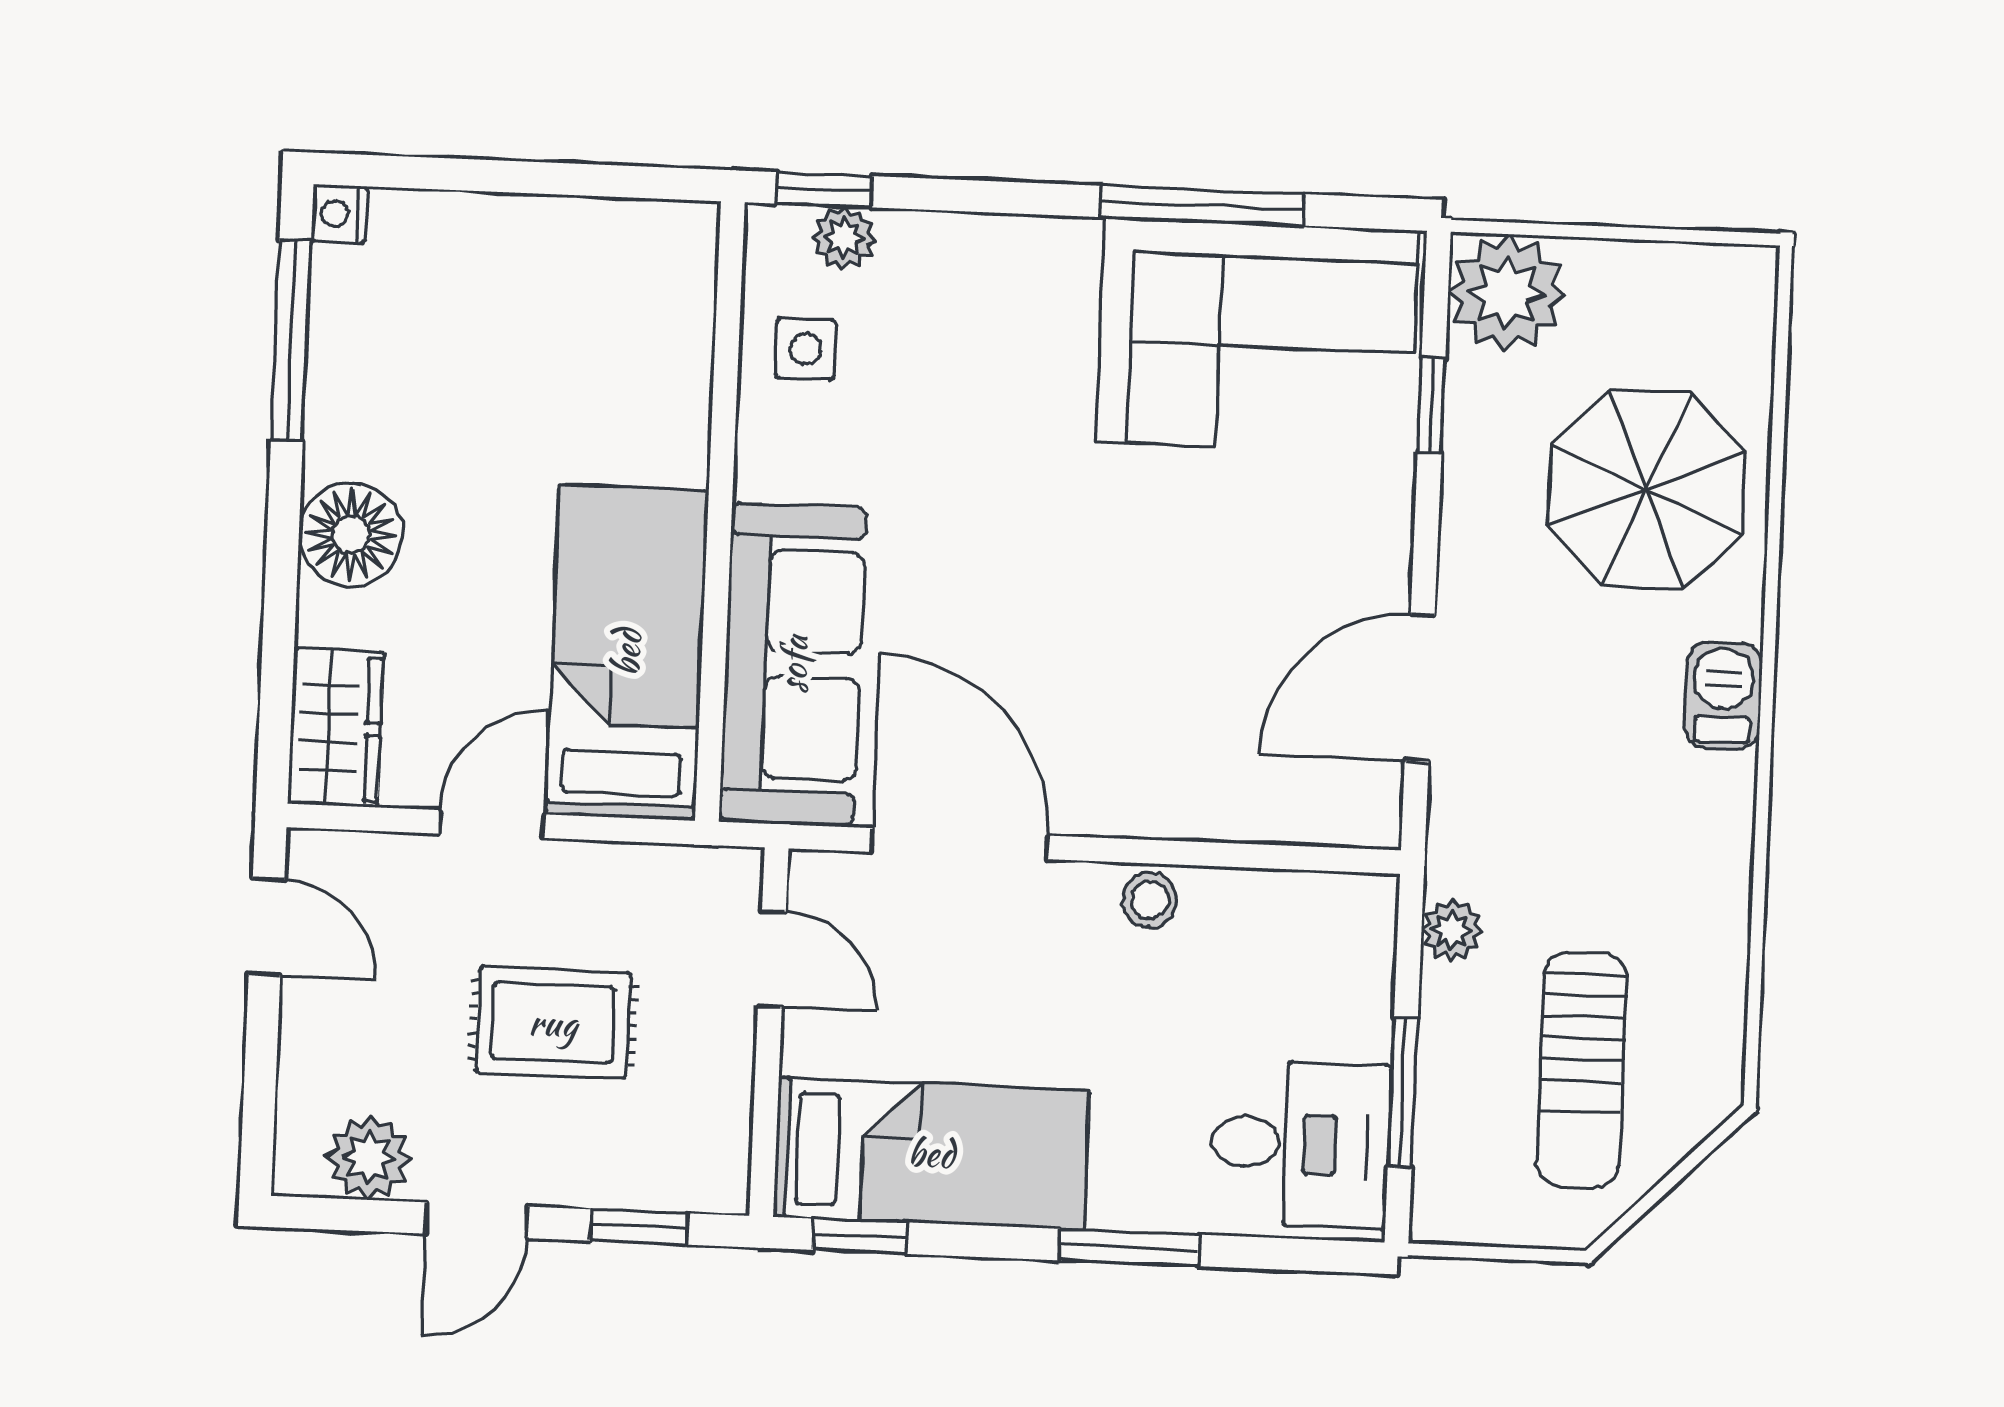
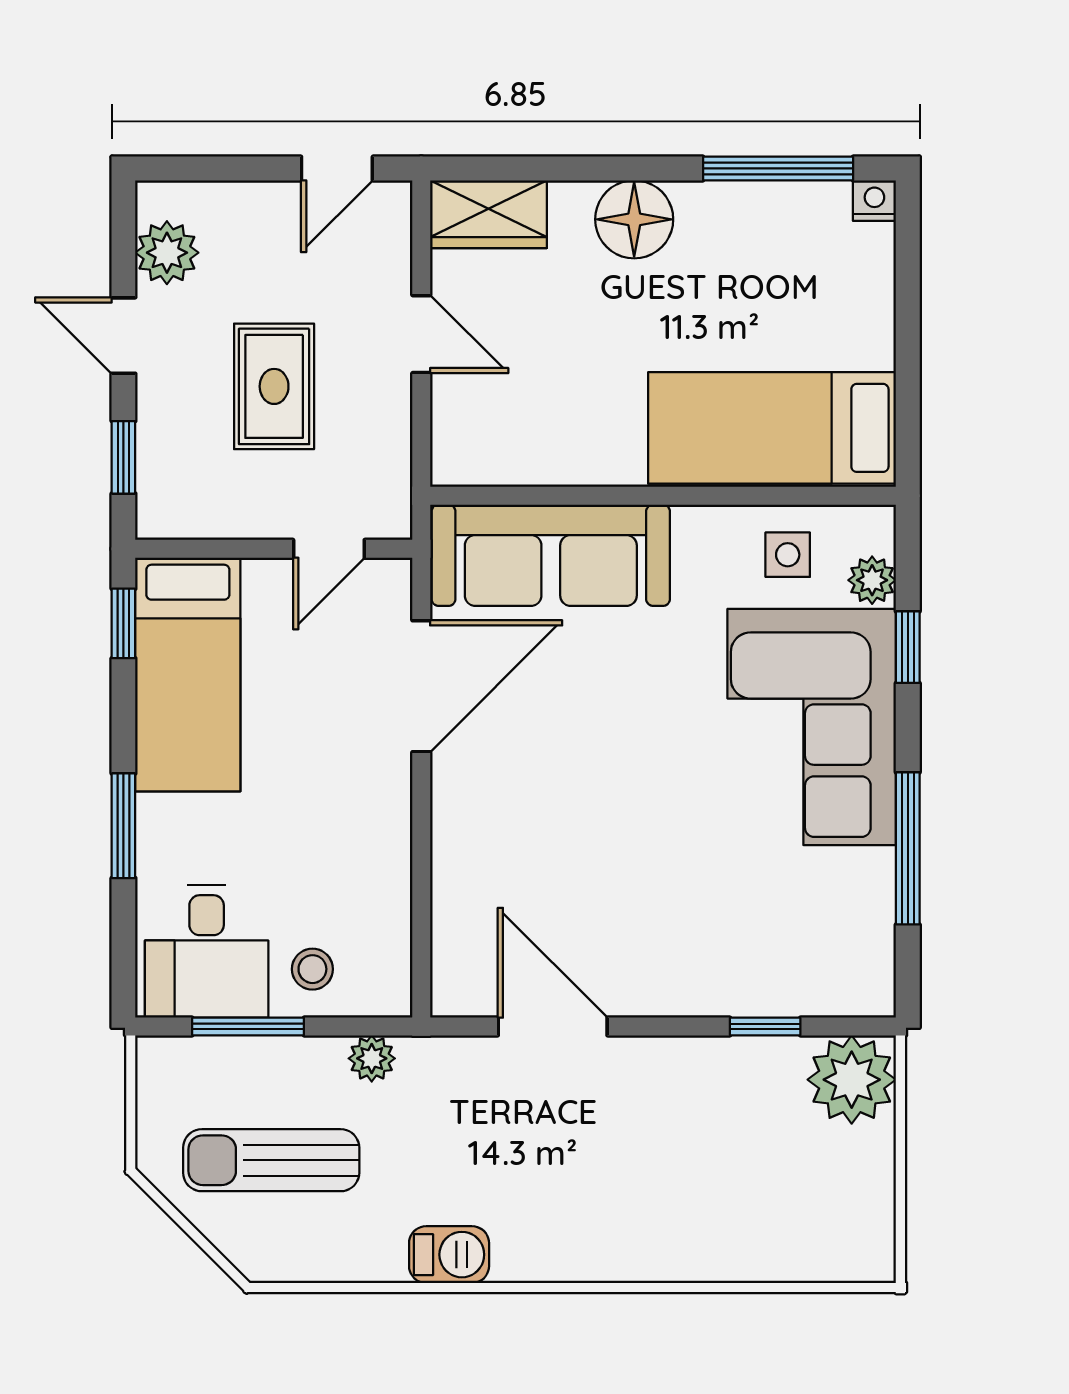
window: (824, 190) -> (908, 647), moved
corner sofa: (1257, 336) -> (812, 727), moved
parasol: (1646, 489) -> (709, 1190), removed
bed: (626, 653) -> (772, 428), moved, turned 180
barbecue: (1723, 696) -> (449, 1255), moved
stool: (1150, 900) -> (312, 969), moved

